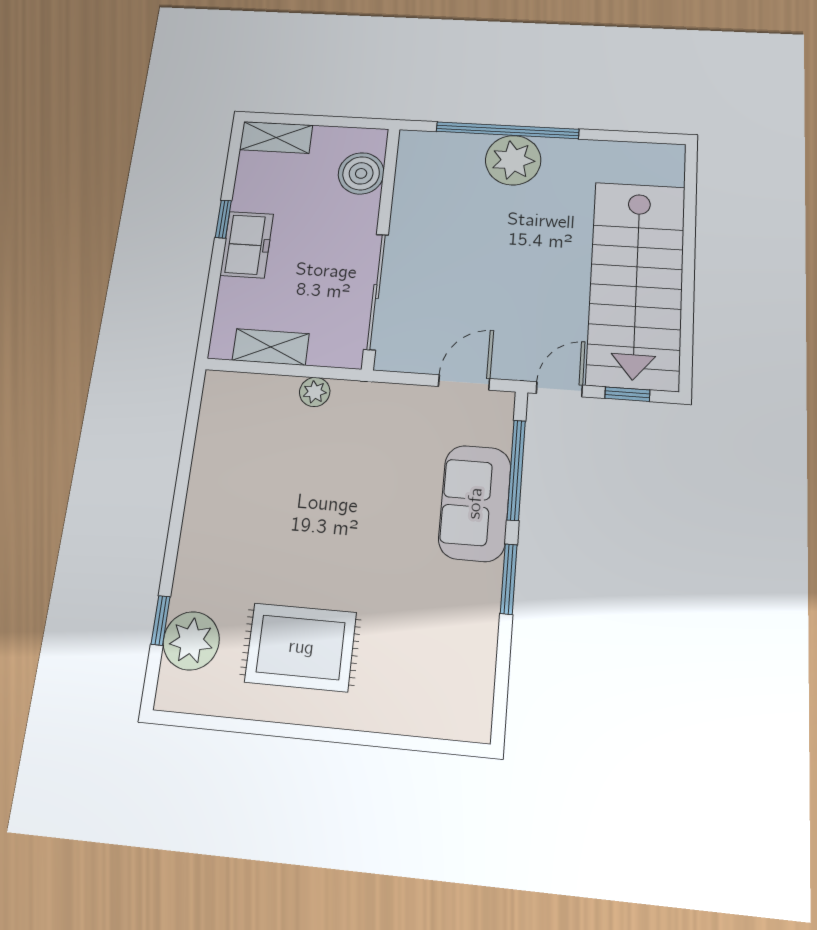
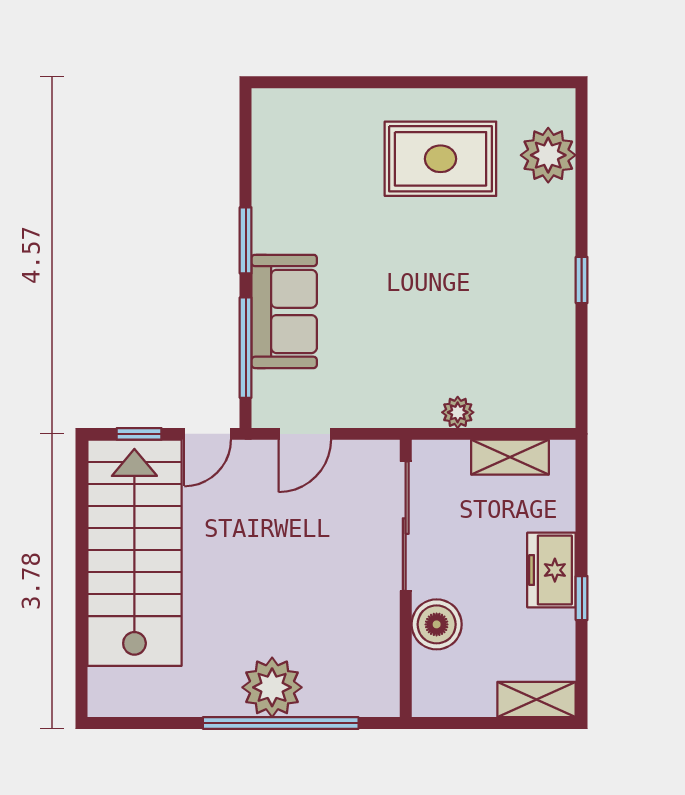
boiler: (361, 173) -> (437, 624), moved
window: (161, 620) -> (582, 280), moved

